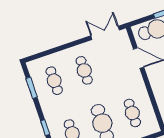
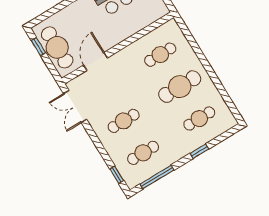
window: (41, 55) -> (117, 175), added
window: (32, 88) -> (157, 177), width x1.44

